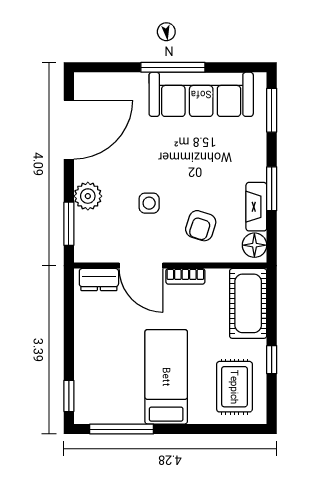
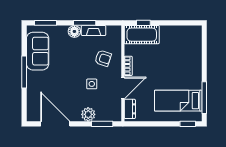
sofa: (201, 94) -> (38, 51), width x0.73
floor lamp: (254, 245) -> (74, 31), moved
window: (272, 360) -> (143, 23), moved
bed: (166, 377) -> (178, 101), moved
rug: (234, 387) -> (183, 41), removed

